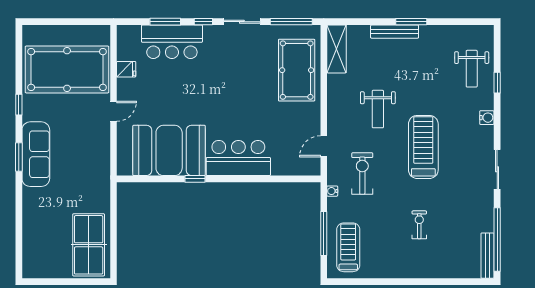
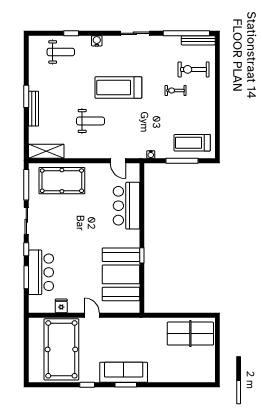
bar counter: (238, 158) -> (126, 206), moved
exercise bike: (362, 174) -> (193, 69), moved

